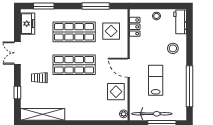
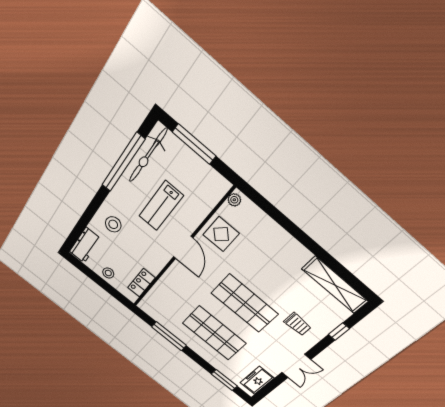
display table: (111, 31) -> (172, 301), removed
bicycle: (152, 114) -> (148, 155), moved, turned -90

